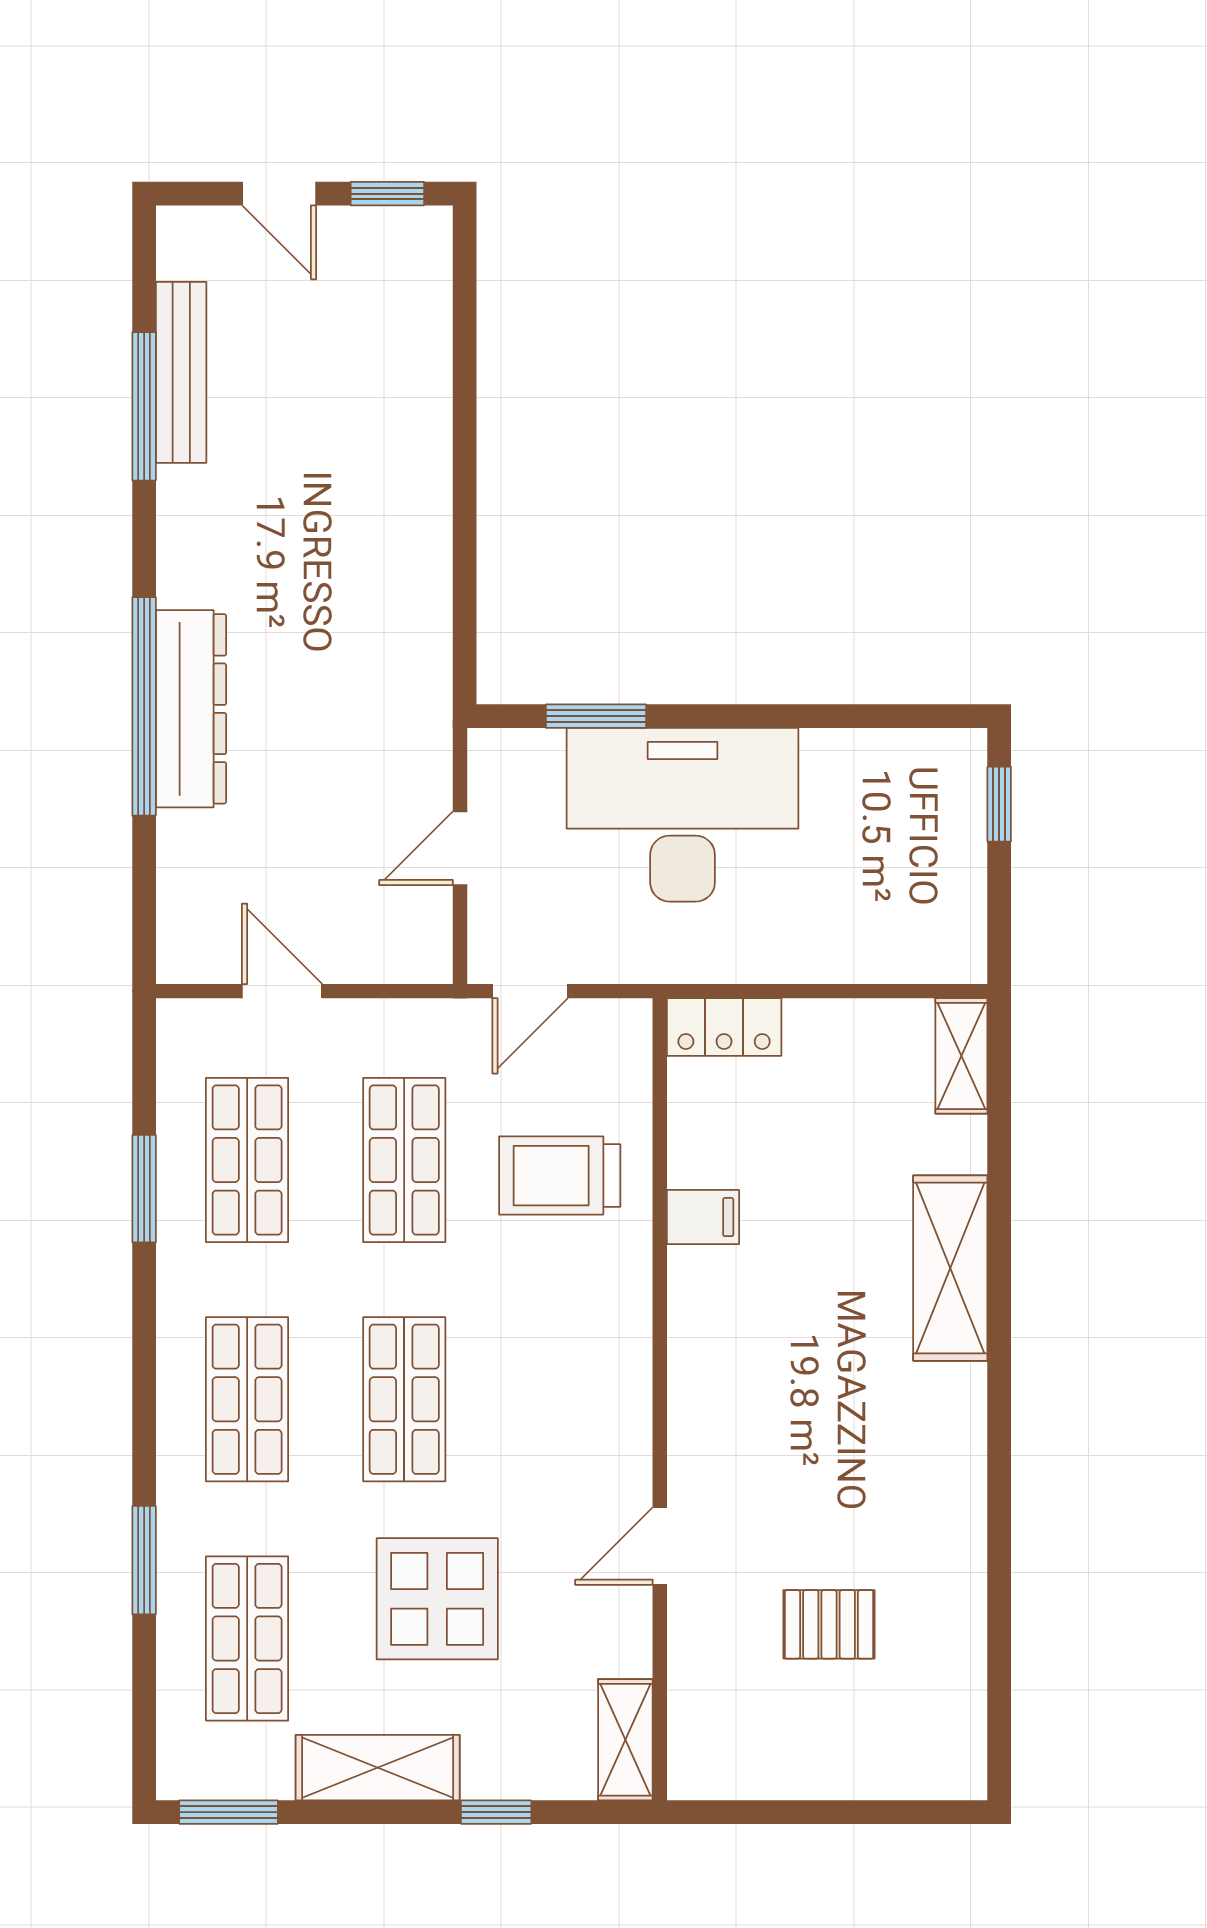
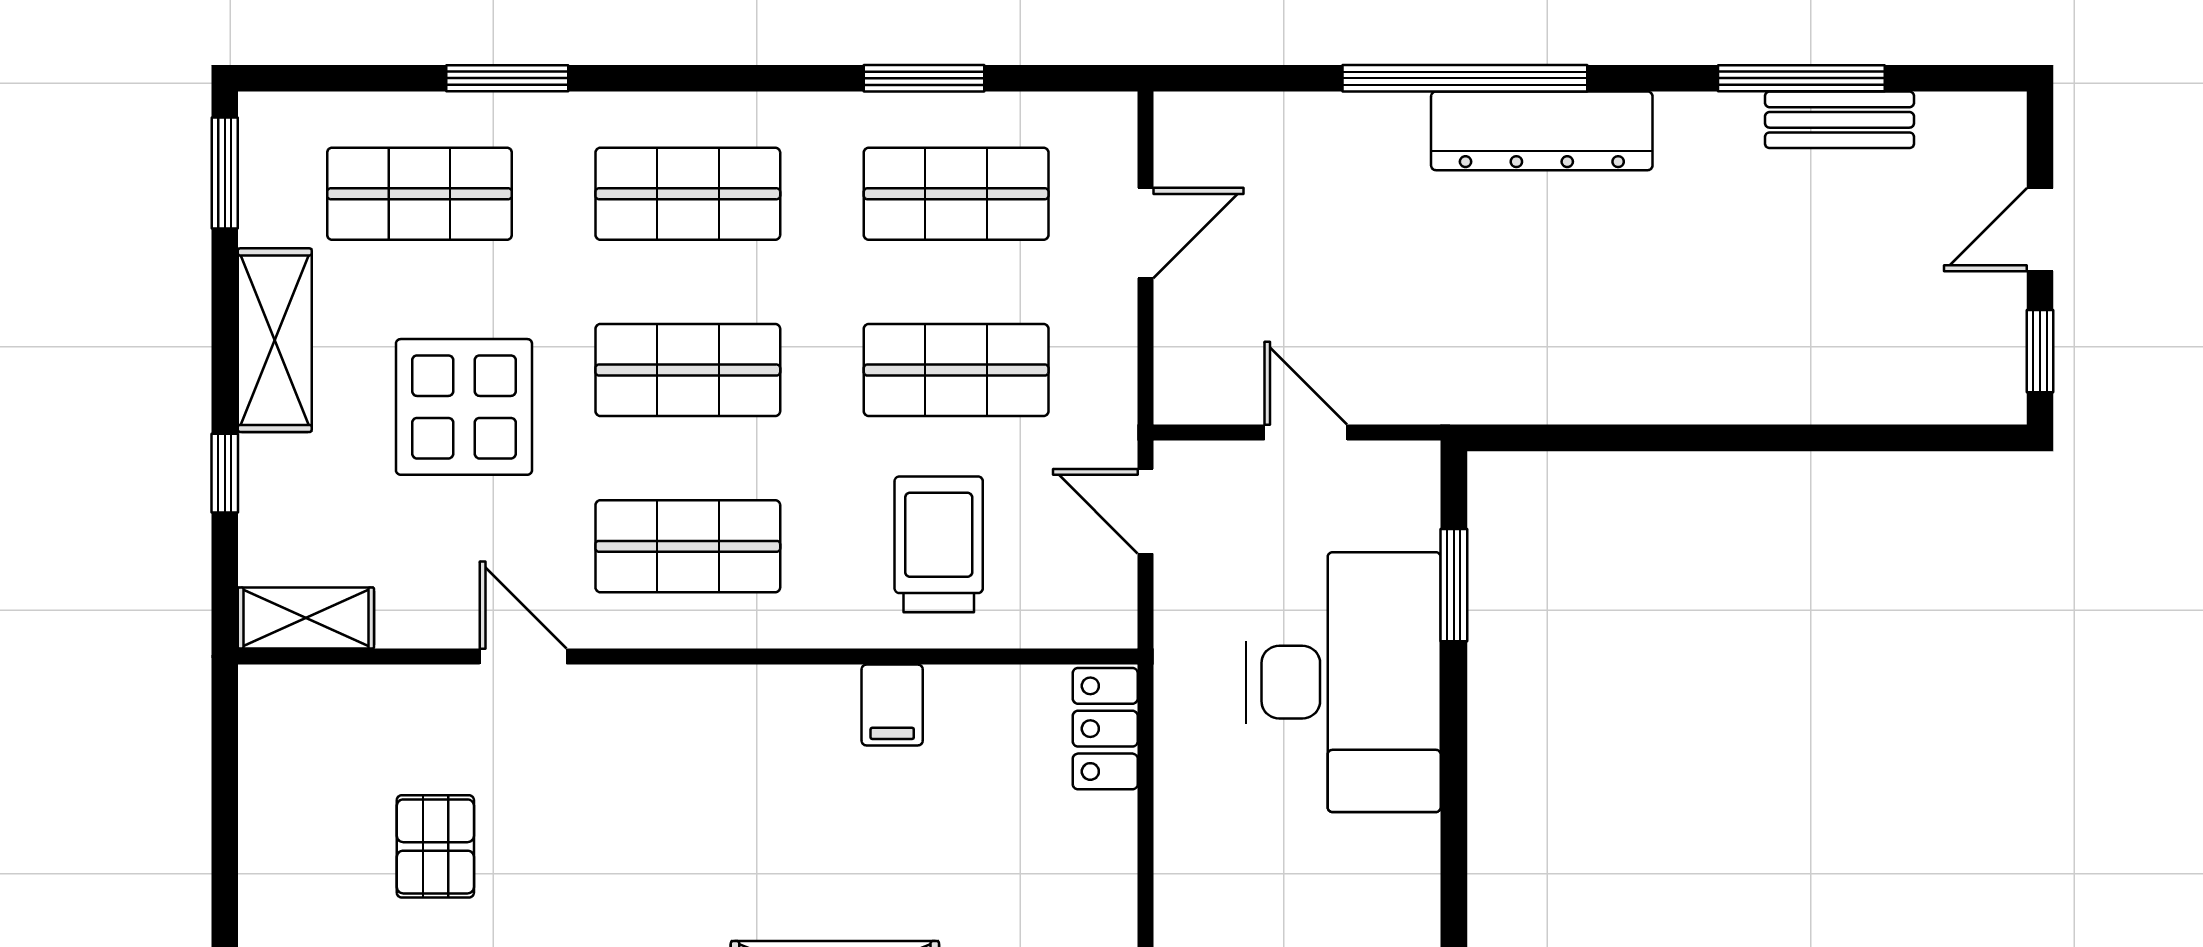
bench: (181, 372) -> (1840, 120), width x0.73
dresser: (191, 709) -> (1542, 131), moved
shop shelf: (561, 1399) -> (688, 546), added

